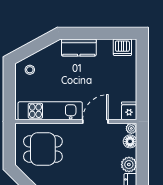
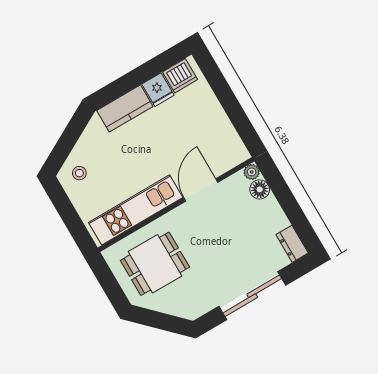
fridge: (129, 111) -> (158, 90), moved, turned 180
plant: (129, 165) -> (275, 220), removed

